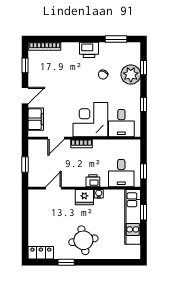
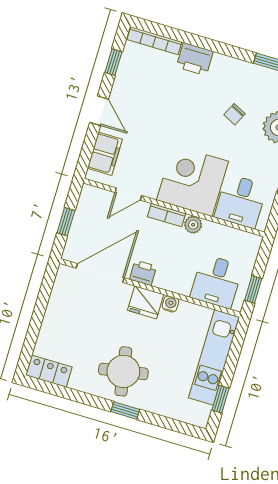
printer: (89, 50) -> (195, 59), moved
door: (25, 96) -> (99, 111), hinge flipped
plant: (98, 145) -> (193, 225), added
printer: (93, 181) -> (143, 273), moved
door: (53, 188) -> (100, 273), width x1.87
window: (144, 212) -> (221, 399), moved
window: (66, 262) -> (125, 411), moved

